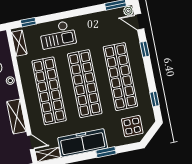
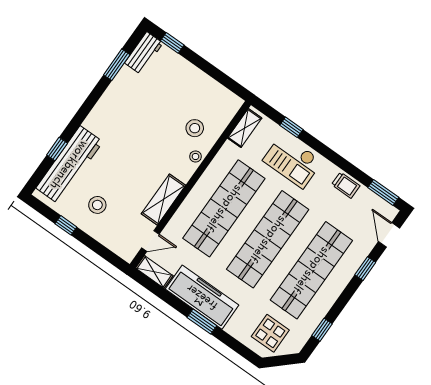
plant: (128, 11) -> (390, 212), removed
trolley: (94, 20) -> (346, 185), added
window: (28, 22) -> (291, 127), moved
door: (31, 142) -> (150, 241), hinge flipped
window: (106, 152) -> (202, 322), moved

